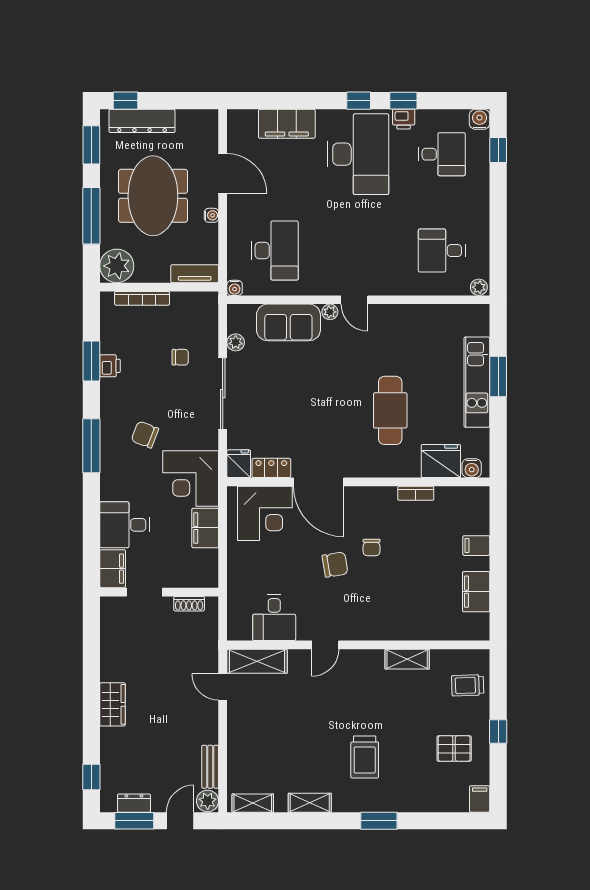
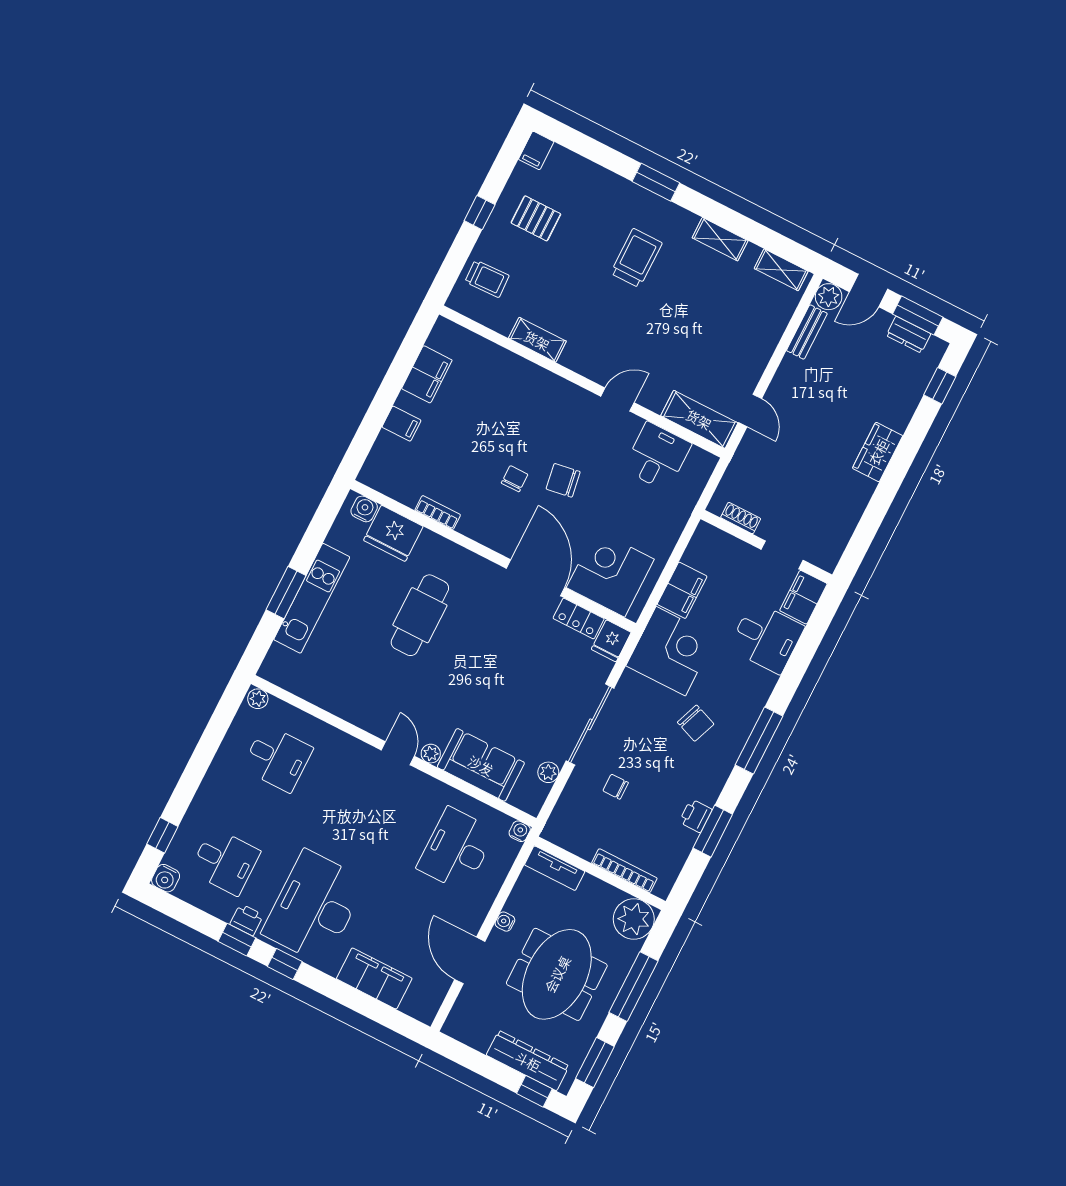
desk: (442, 154) -> (225, 861), turned 180

